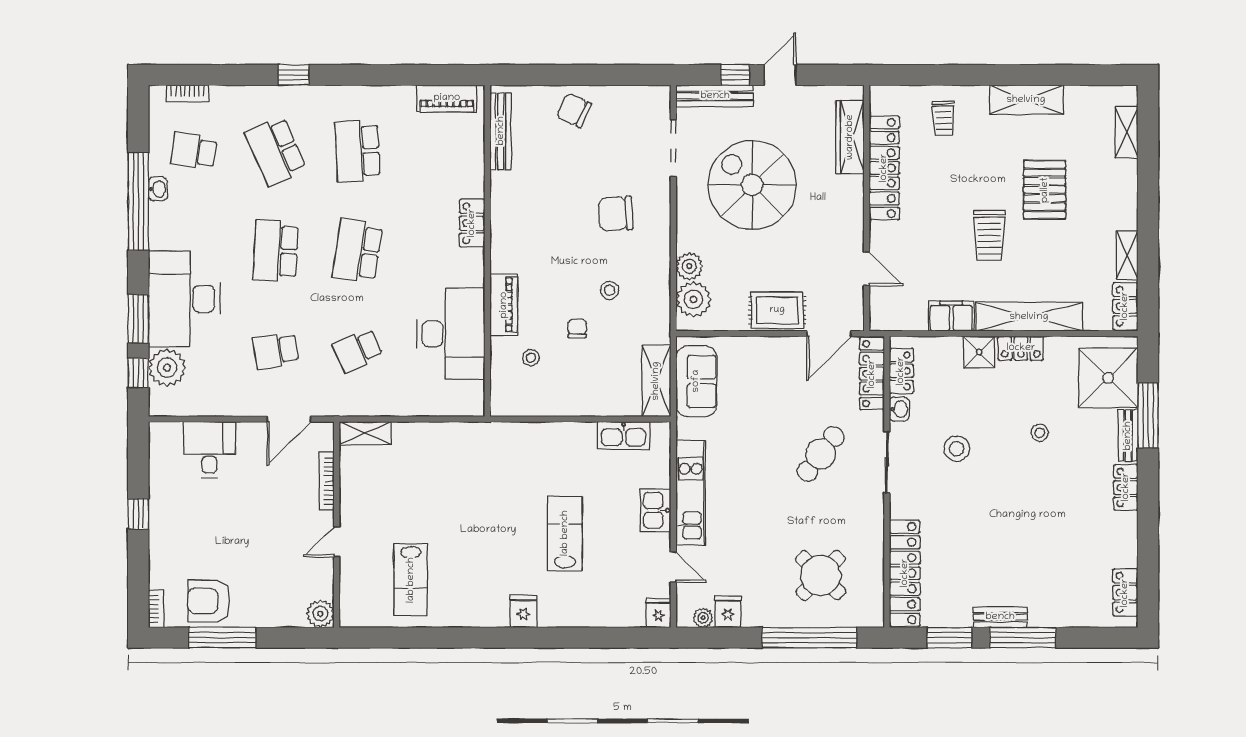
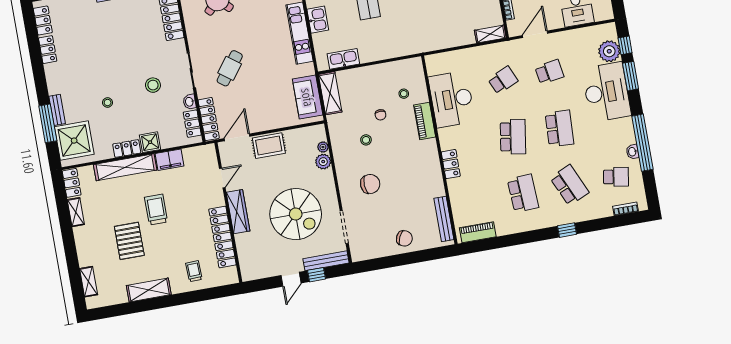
wardrobe: (850, 137) -> (238, 212), moved
door: (867, 269) -> (222, 178), swing flipped
plant: (693, 299) -> (323, 147), width x0.53, depth x0.53
locker: (1126, 487) -> (48, 50), moved

